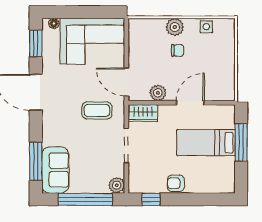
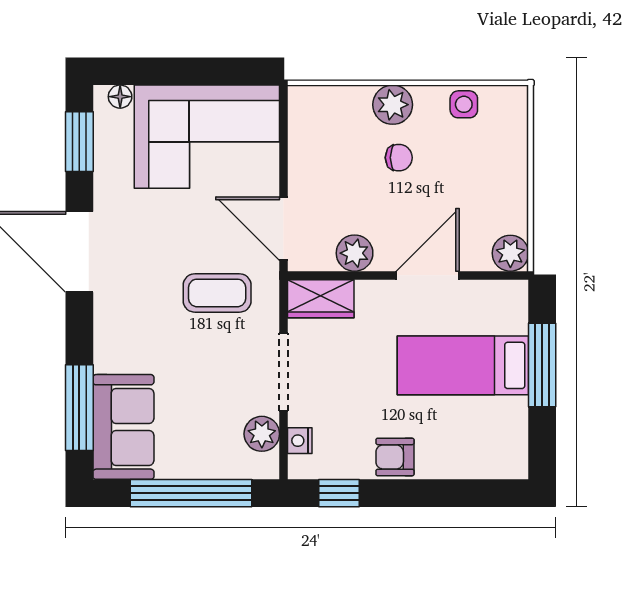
plant: (227, 93) -> (510, 253), added
nightstand: (134, 176) -> (300, 441), added
plant: (117, 185) -> (262, 434), moved

